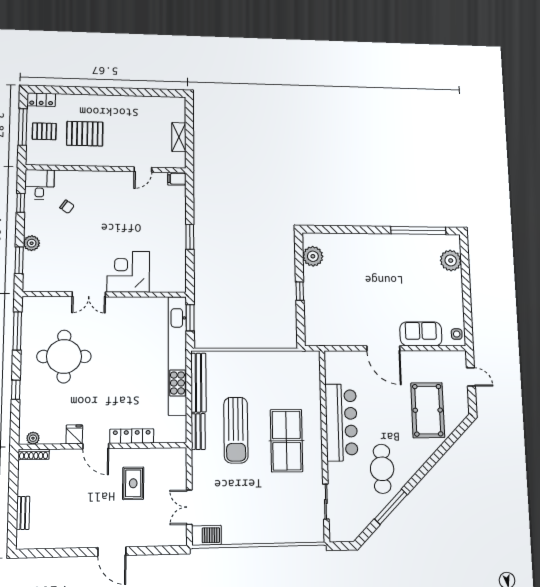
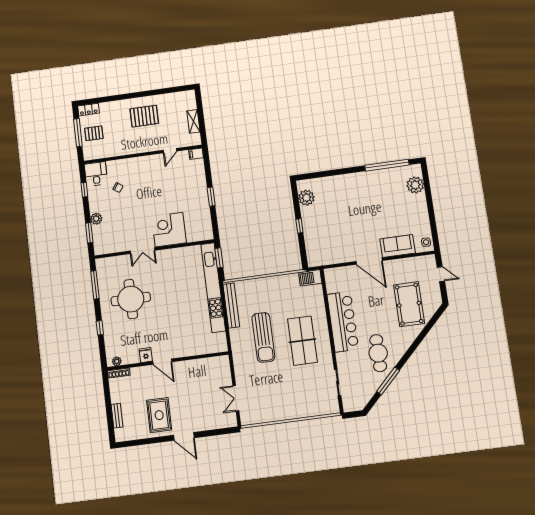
pallet: (85, 134) -> (144, 116), moved
bench: (198, 432) -> (236, 342), removed
locker: (132, 436) -> (187, 351), removed
rug: (133, 483) -> (159, 415), moved, width x1.36, depth x1.43
barbecue: (206, 535) -> (310, 278), moved, turned 180

